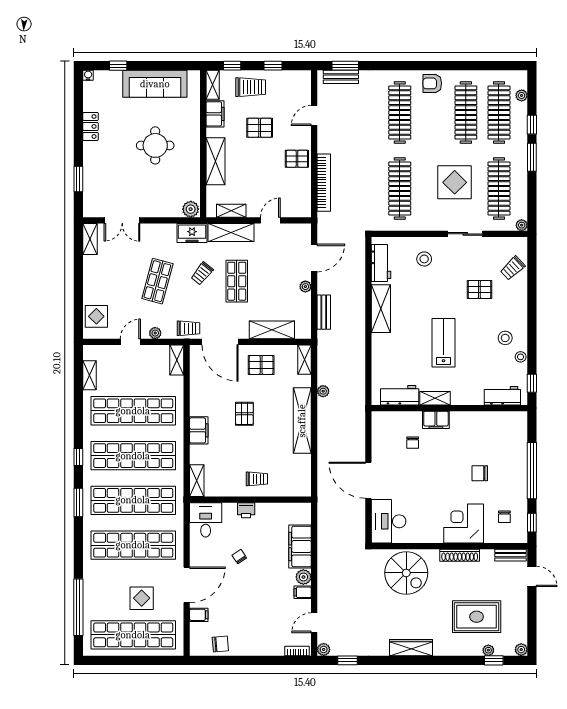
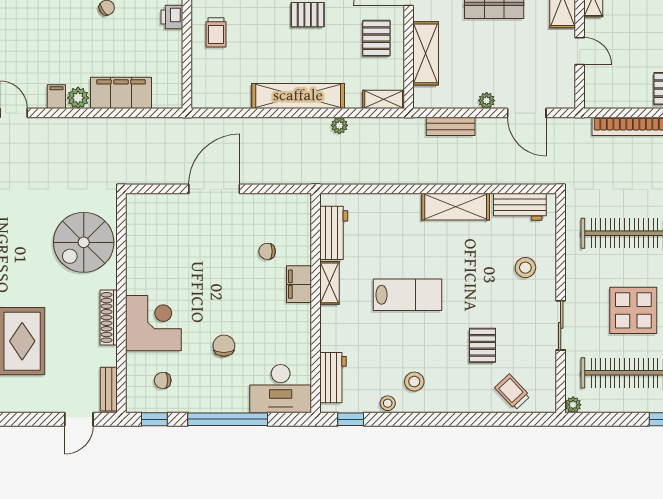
desk: (389, 521) -> (281, 389), moved, turned 180

